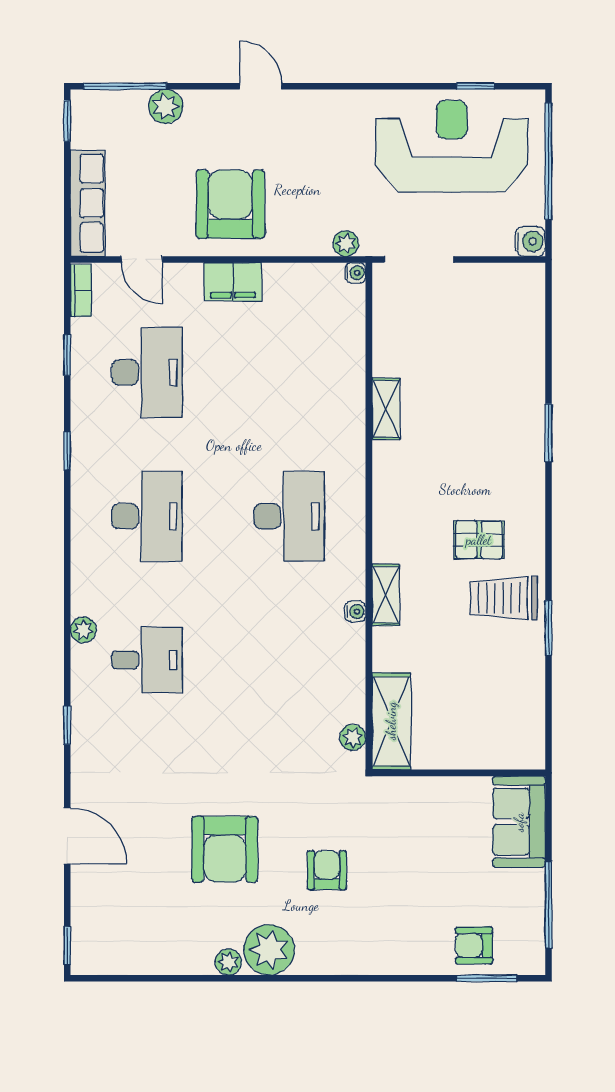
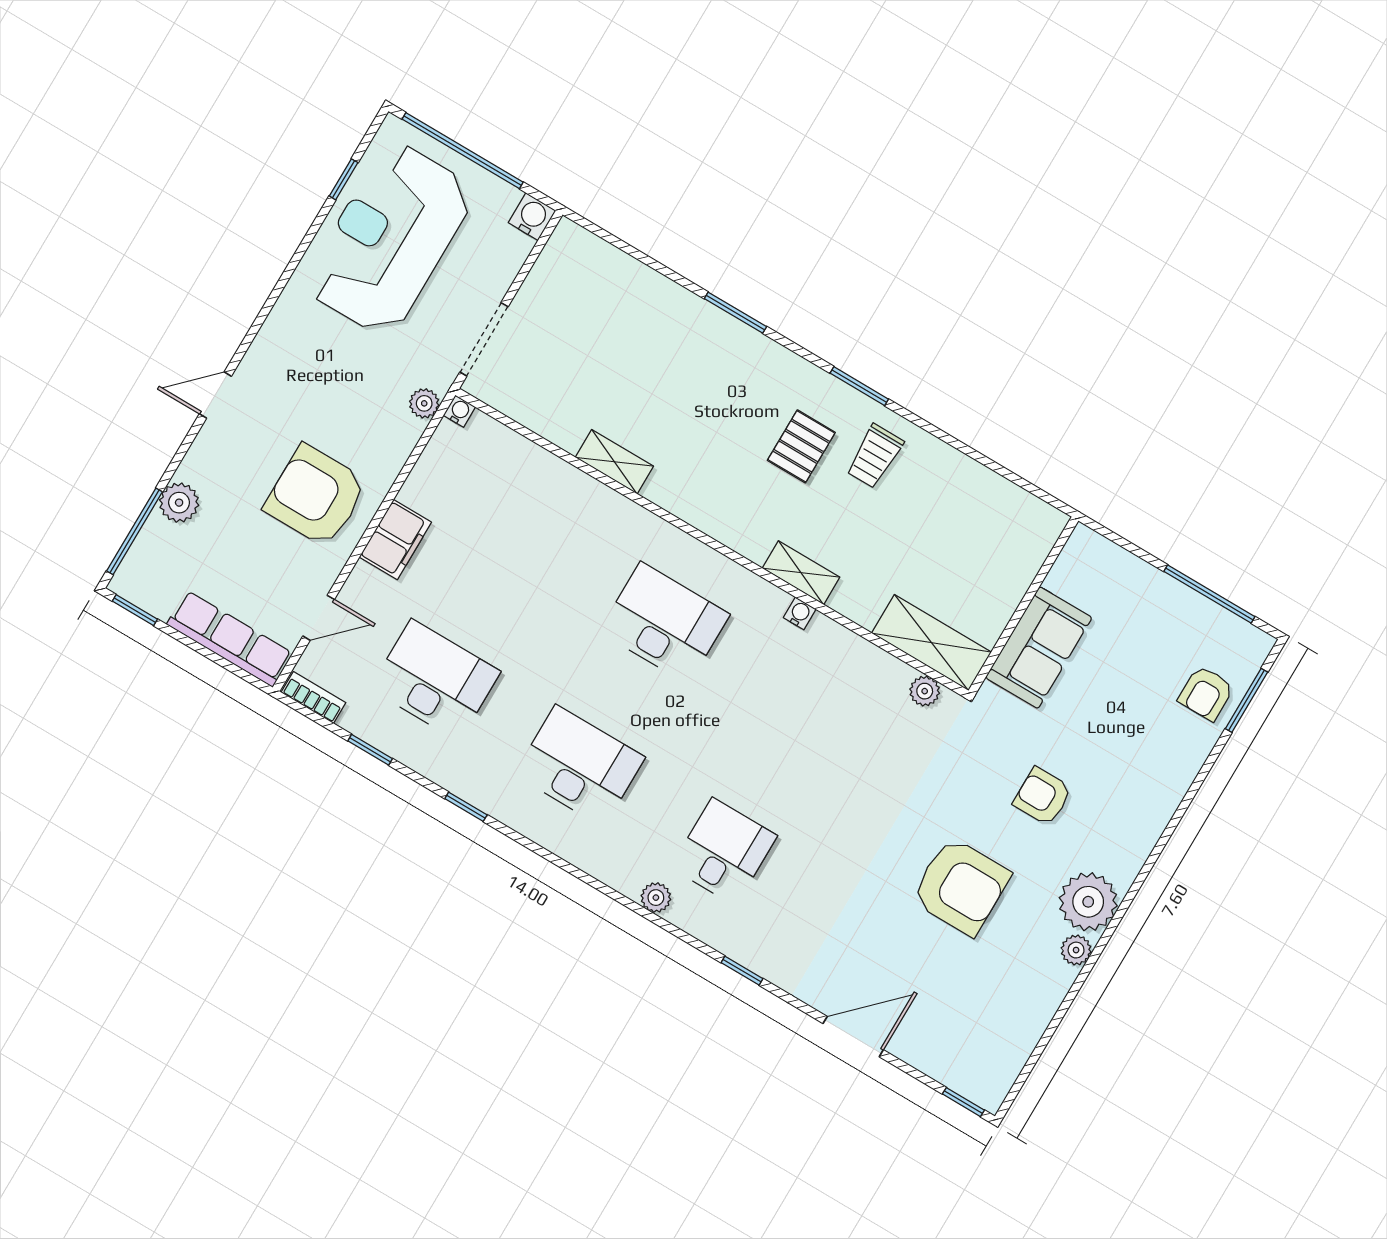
trolley: (504, 598) -> (875, 456), width x0.73, depth x0.72
window: (549, 628) -> (859, 386), moved
sofa: (519, 822) -> (1039, 648), moved, turned -90

